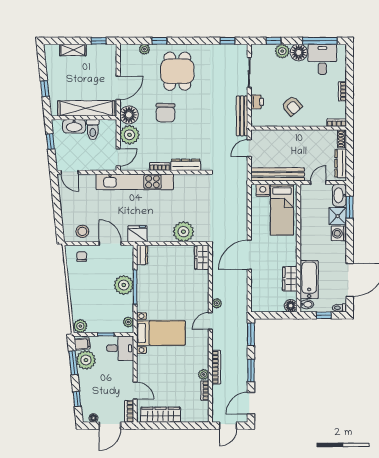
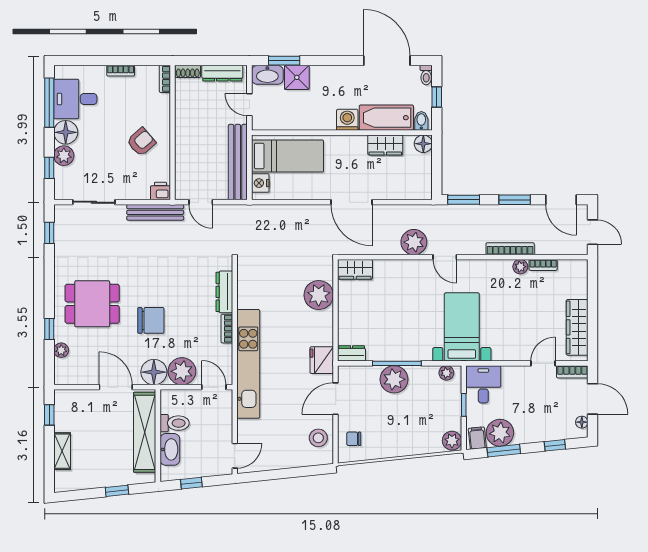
printer: (257, 102) -> (160, 191), moved
washing machine: (339, 233) -> (347, 120), moved, turned 180
plant: (217, 303) -> (414, 242), width x1.87, depth x1.87

